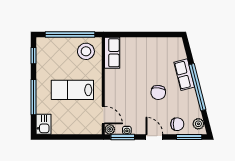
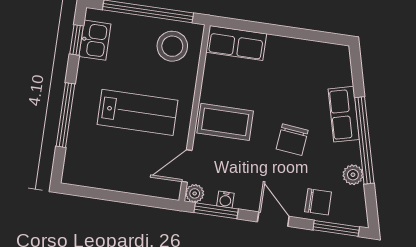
row of seats: (112, 53) -> (236, 43), moved, turned 90
coffee table: (121, 88) -> (225, 122), added
lab bench: (72, 90) -> (138, 112), turned 180
door: (103, 115) -> (187, 166), swing flipped
kitchen sink: (44, 124) -> (95, 40), moved
plant: (198, 124) -> (353, 175), moved

